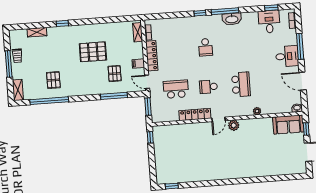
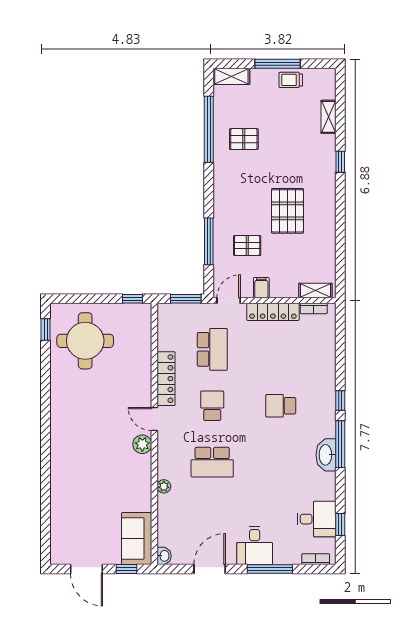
round table: (177, 163) -> (85, 341), added

